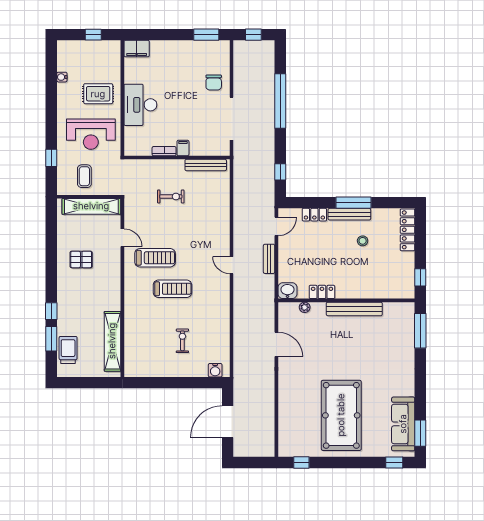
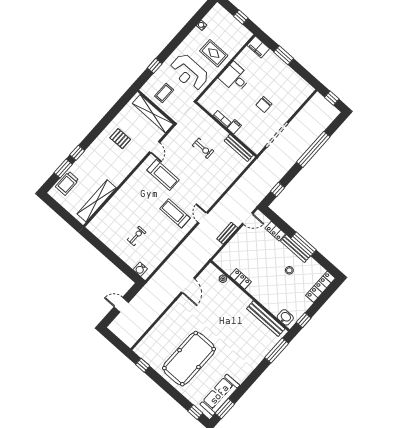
window: (206, 35) -> (284, 55), moved
chair: (214, 82) -> (264, 105), moved
desk: (140, 105) -> (235, 78), width x0.73
treadmill: (172, 289) -> (175, 213), moved, turned 180
washbasin: (287, 291) -> (285, 317), moved
bench: (354, 309) -> (266, 319), moved
trolley: (68, 350) -> (67, 183), turned 180
door: (228, 422) -> (121, 305), width x0.53

